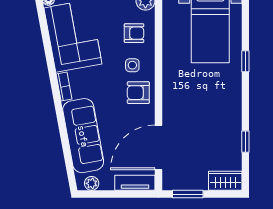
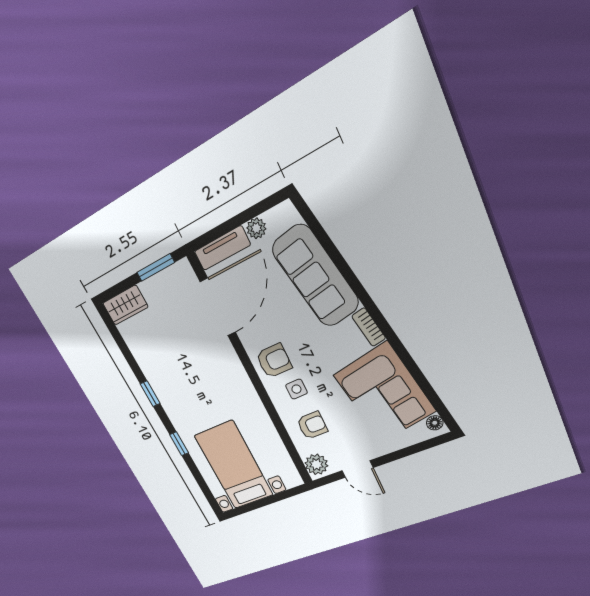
armchair: (134, 33) -> (312, 425), turned 180
window: (245, 142) -> (150, 394), moved
plant: (92, 183) -> (256, 228), moved

